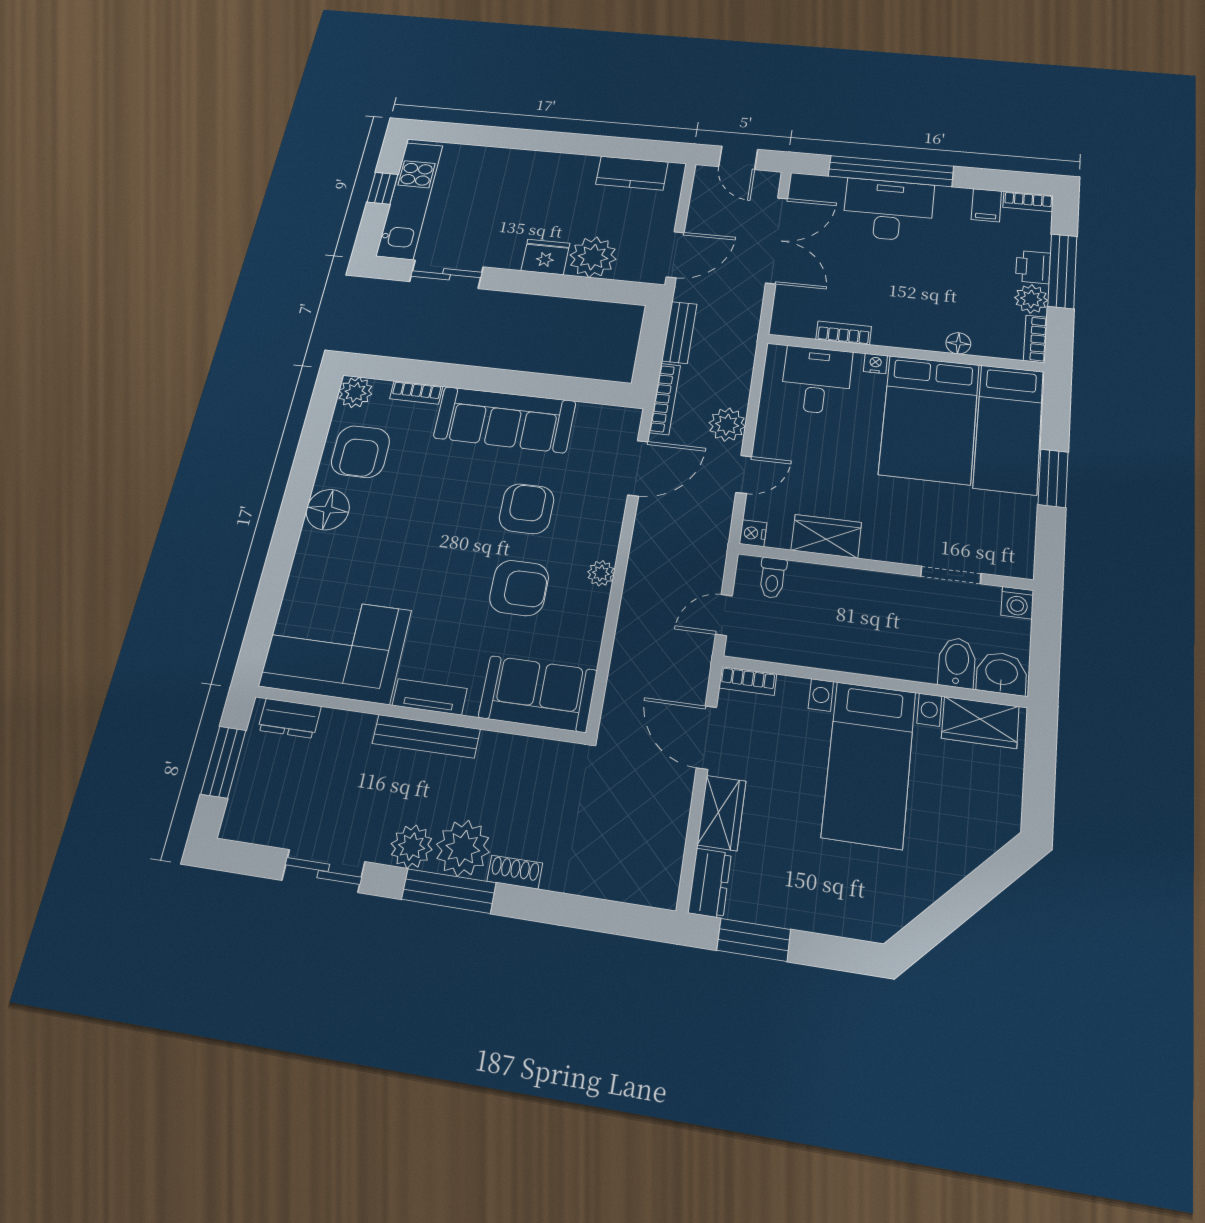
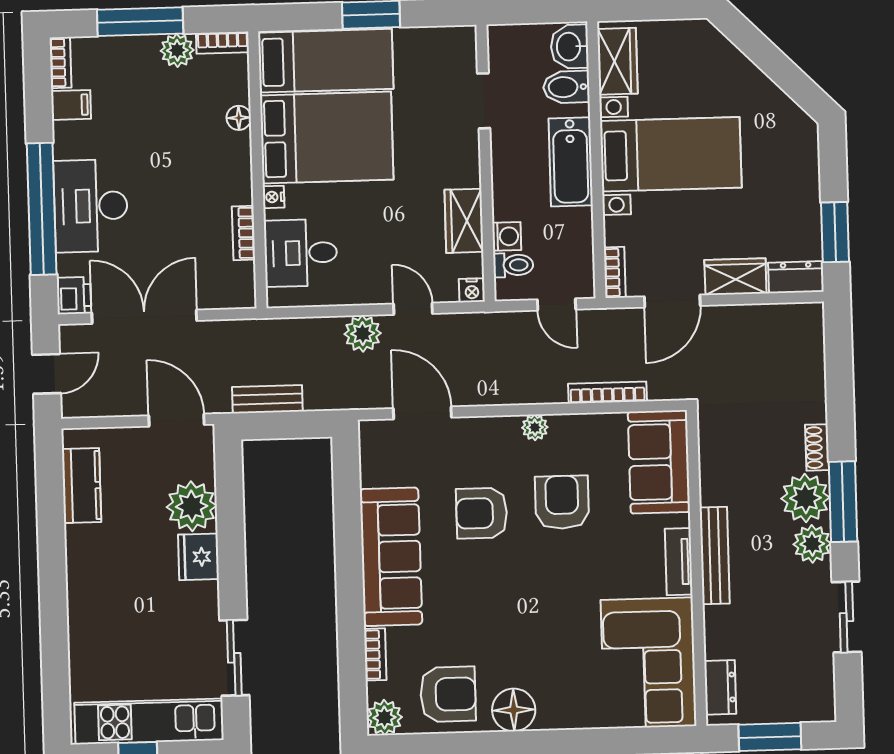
printer: (1033, 267) -> (74, 295), moved, turned -90
bookcase: (665, 399) -> (608, 392), moved
washing machine: (1017, 603) -> (507, 236), moved
bathtub: (874, 654) -> (571, 162), added

